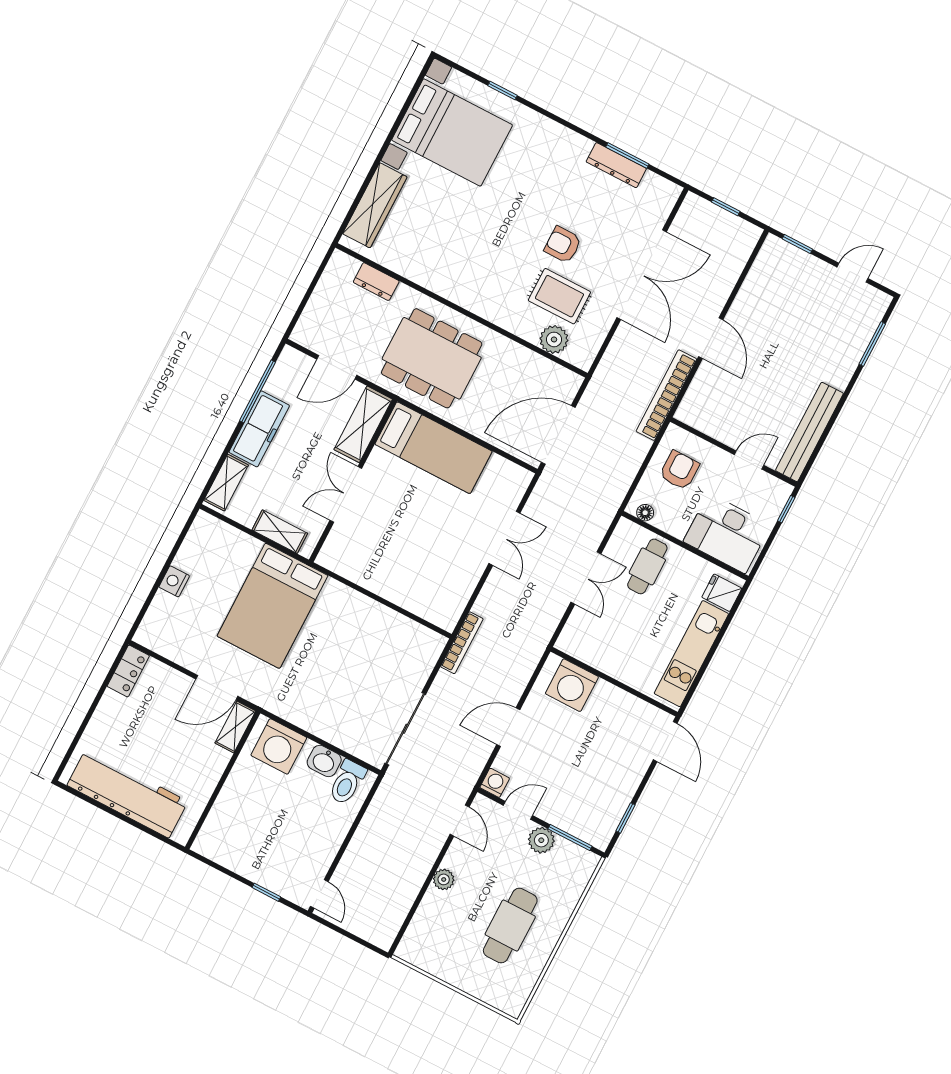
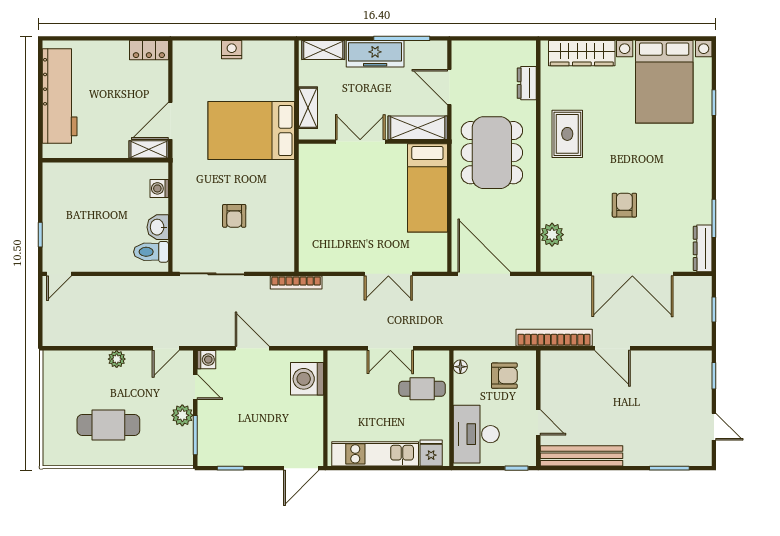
dresser: (616, 165) -> (703, 248), moved
rug: (559, 296) -> (567, 134), moved
door: (711, 338) -> (612, 348), hinge flipped
armchair: (355, 672) -> (234, 216), added
door: (217, 688) -> (170, 121), hinge flipped
washing machine: (279, 746) -> (159, 188), width x0.53, depth x0.53

